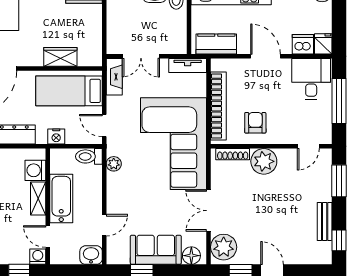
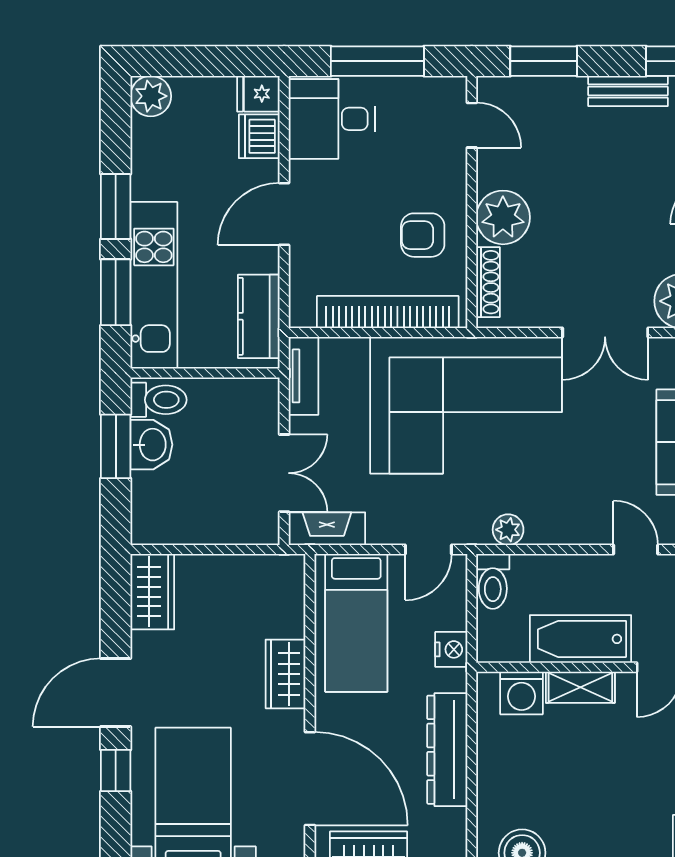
wardrobe: (60, 57) -> (286, 674), moved

